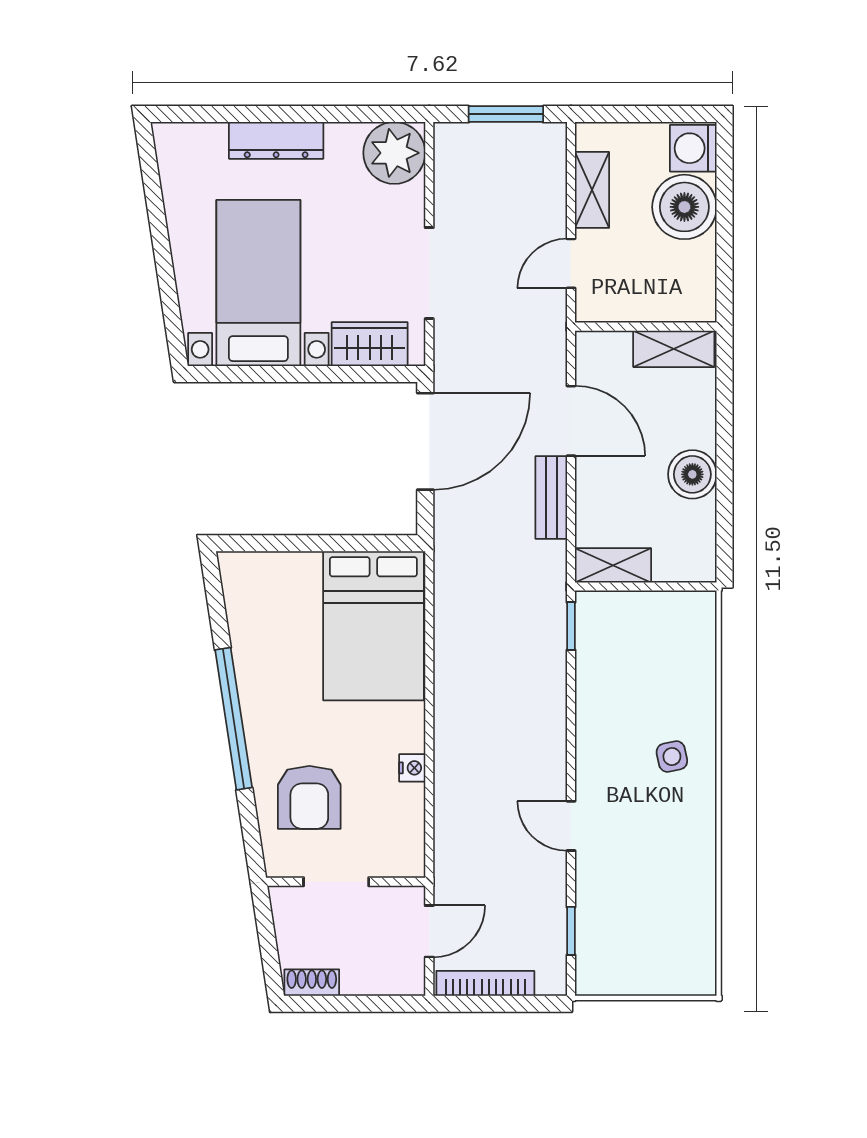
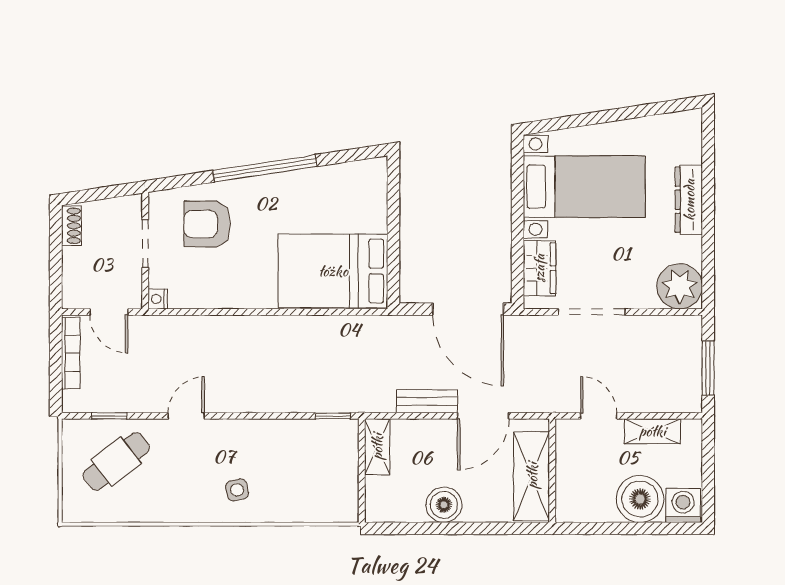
shelving: (674, 349) -> (532, 476), width x1.50, depth x1.33
nightstand: (412, 768) -> (158, 299), moved, turned 90
cafe table: (633, 921) -> (116, 461), added

